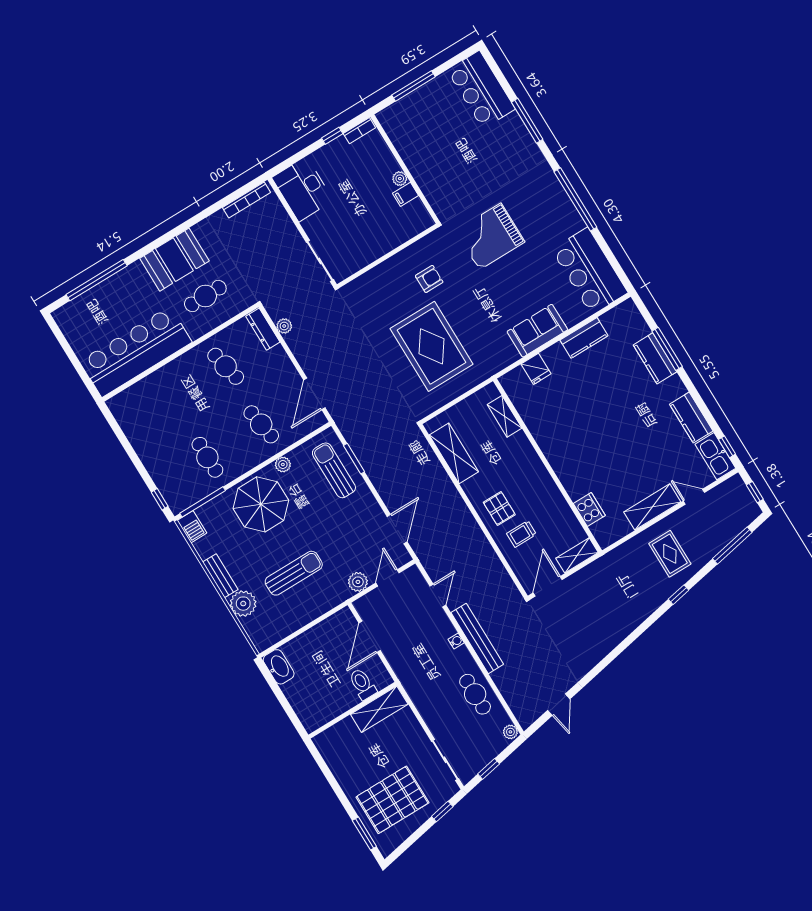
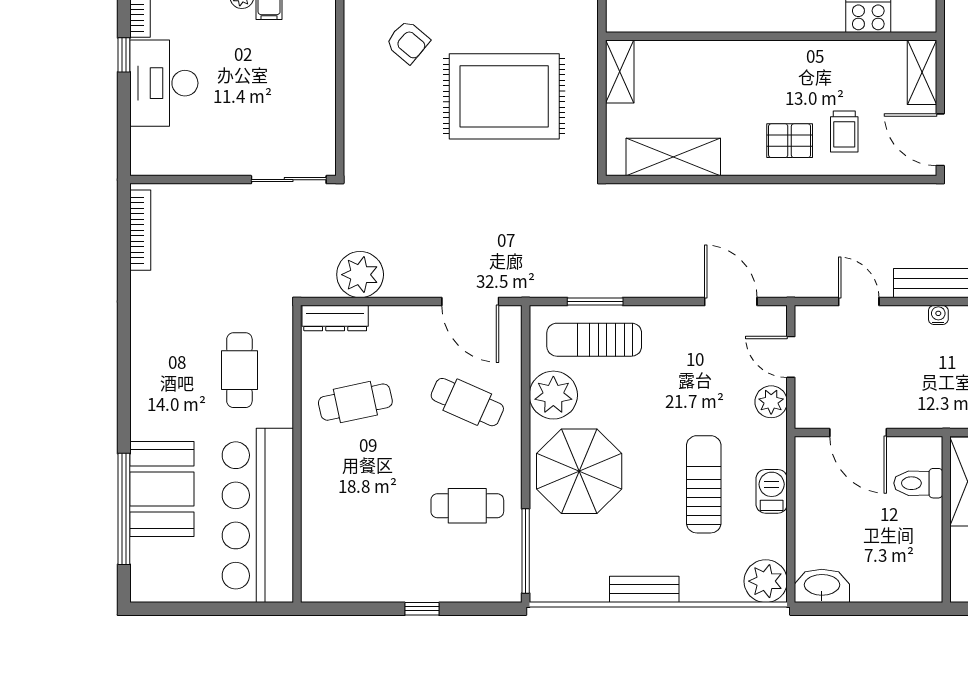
desk: (303, 189) -> (164, 83), moved, turned 90
booth: (174, 260) -> (162, 489), moved
armchair: (429, 279) -> (408, 42), turned 130
plant: (284, 326) -> (360, 275), width x1.88, depth x1.88
shelving: (505, 416) -> (620, 72), moved, turned 90
cafe table: (261, 424) -> (467, 402), turned 33
plant: (283, 464) -> (553, 395), width x1.88, depth x1.88
window: (160, 499) -> (422, 609), moved
barbecue: (192, 527) -> (772, 491), moved, turned -90
plant: (243, 604) -> (766, 581), moved

